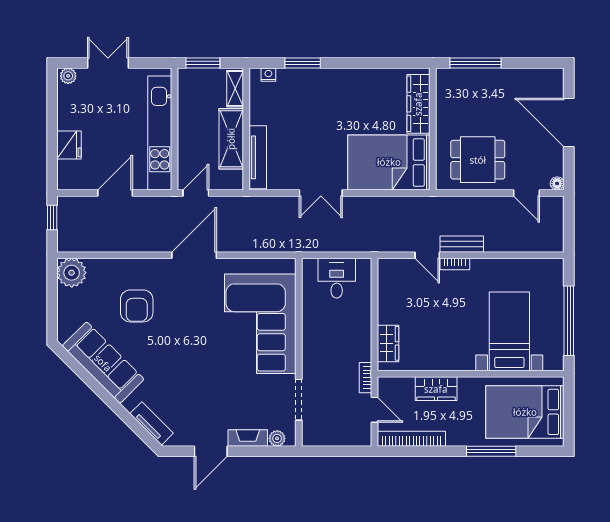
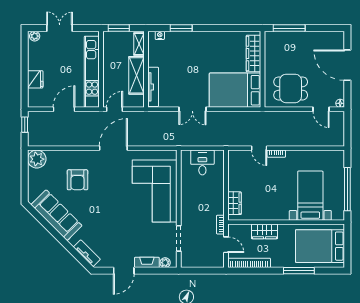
bench: (462, 244) -> (281, 141), removed

